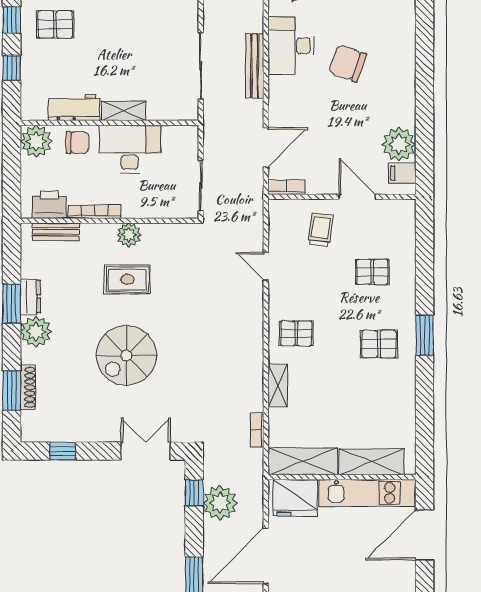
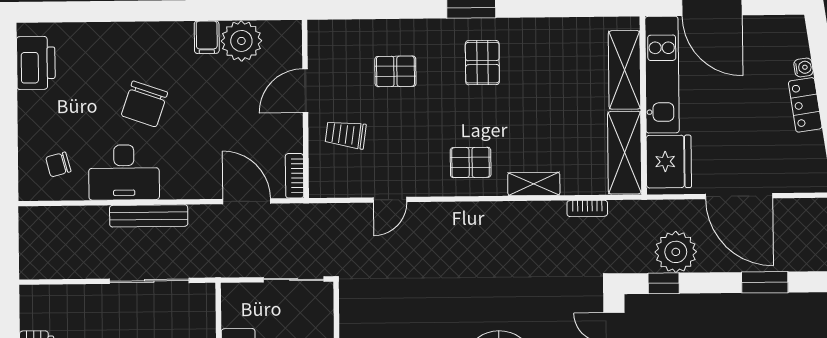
filing cabinet: (402, 173) -> (207, 37), moved
pallet: (372, 272) -> (395, 71), turned 90
pallet: (296, 333) -> (471, 162), turned 90

